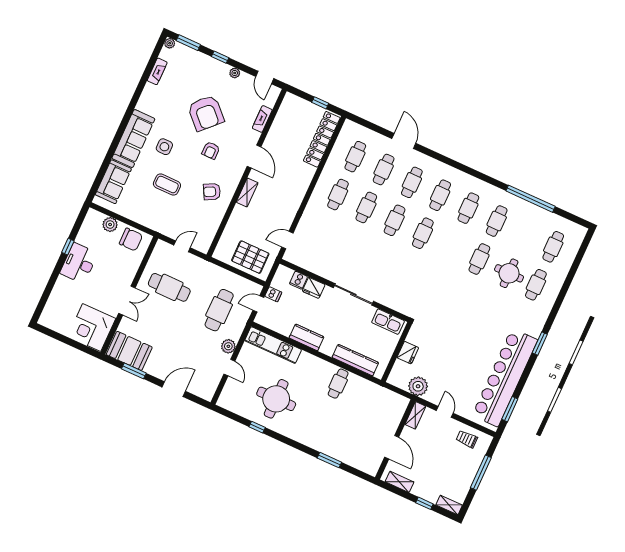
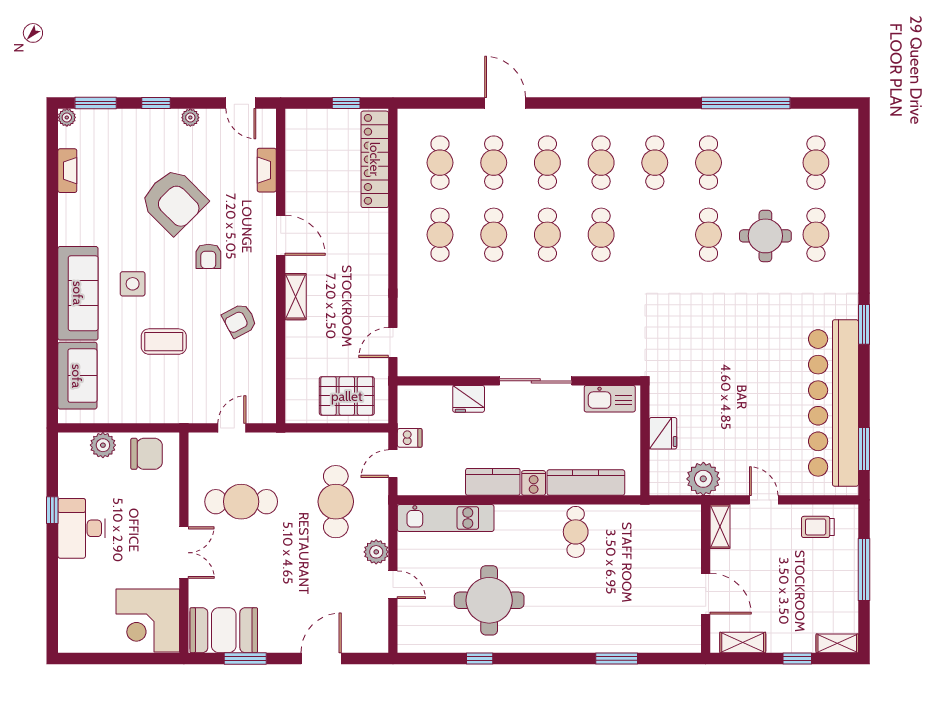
cooker: (298, 280) -> (534, 483), moved, turned 180

